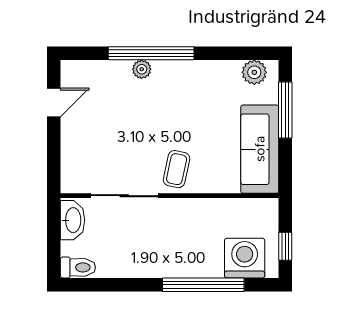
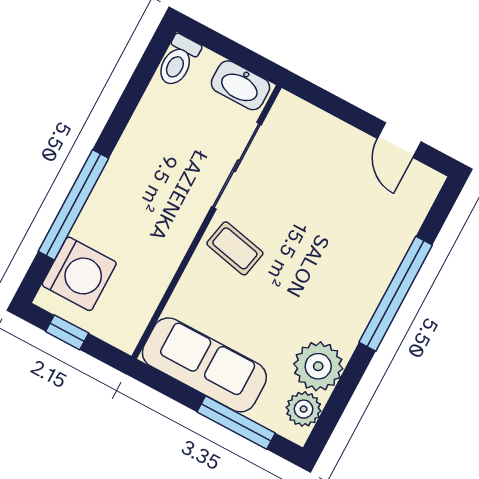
plant: (142, 69) -> (318, 366), moved, width x1.87, depth x1.87

